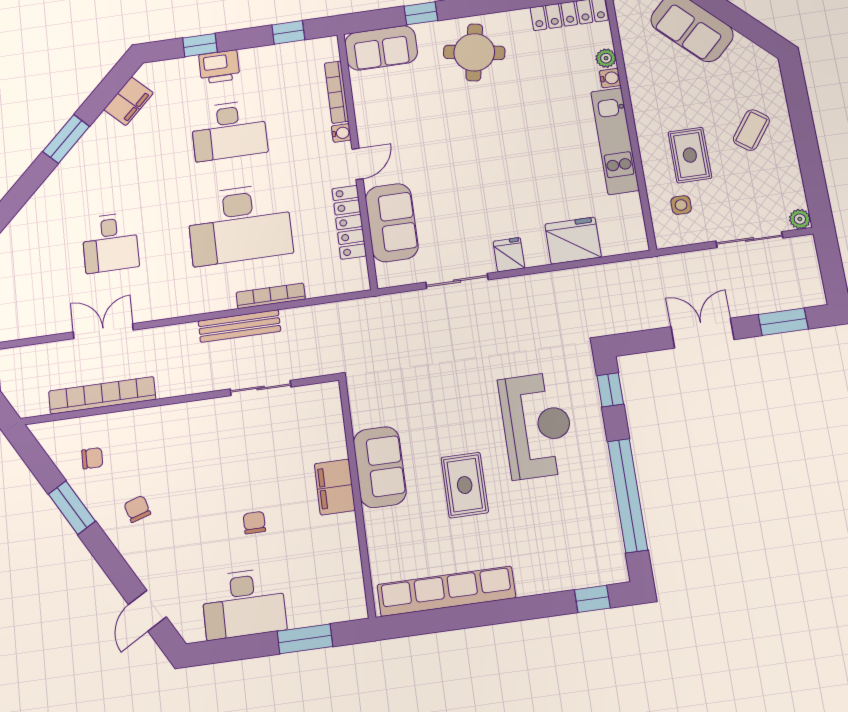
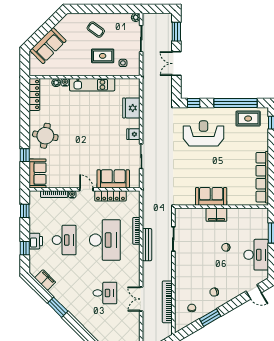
rug: (465, 485) -> (248, 119), moved

